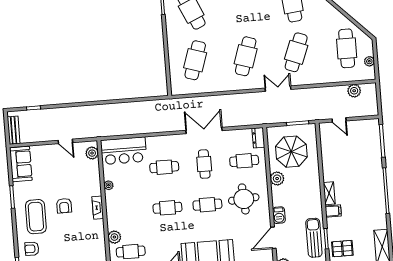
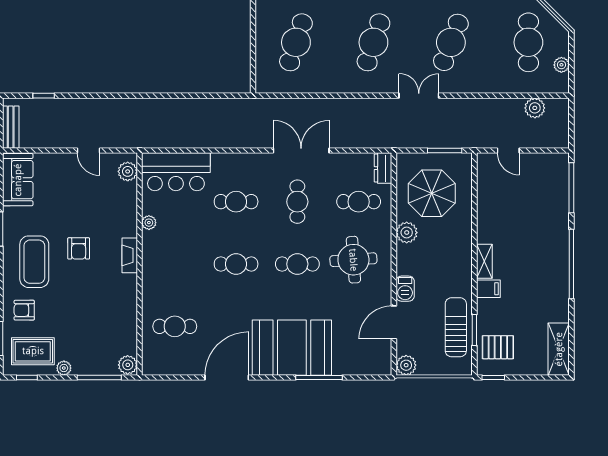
plant: (114, 237) -> (152, 302), removed

